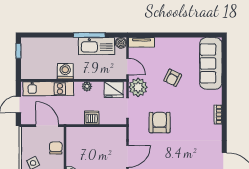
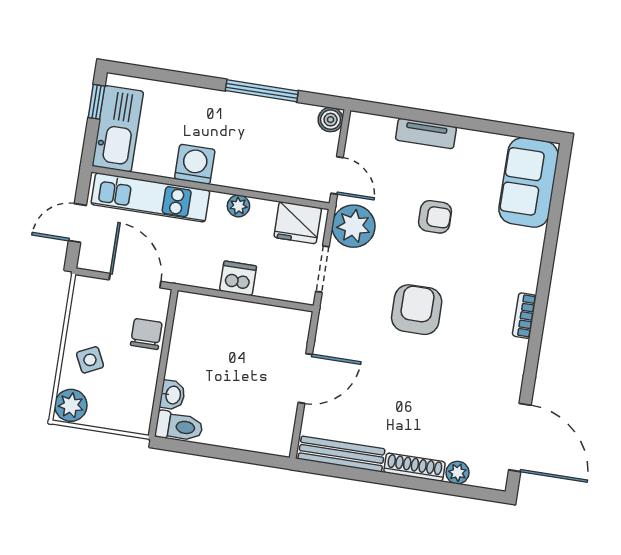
tv unit: (142, 42) -> (426, 133), moved
kitchen sink: (97, 46) -> (118, 129), moved, turned -90
sofa: (211, 63) -> (529, 182), width x0.73
armchair: (173, 78) -> (435, 217), turned -116
armchair: (160, 123) -> (417, 310), moved

